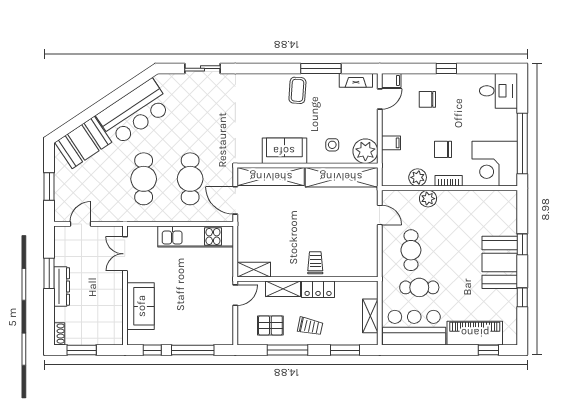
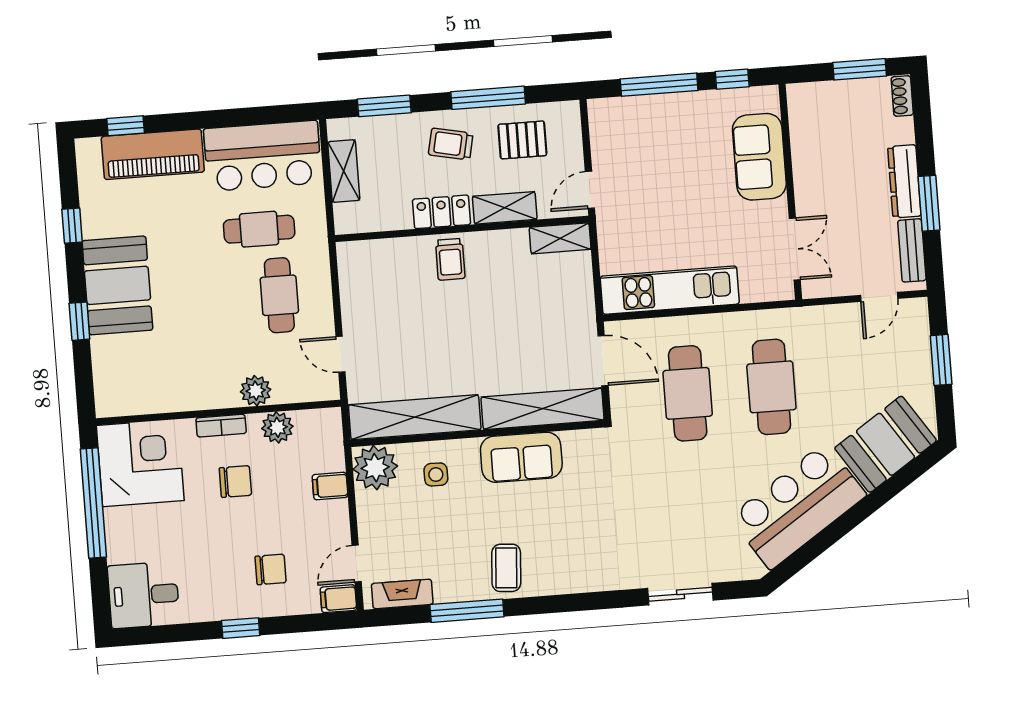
bench: (60, 248) -> (912, 250), added

